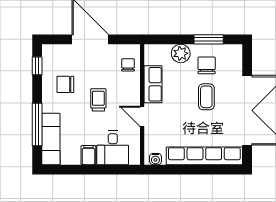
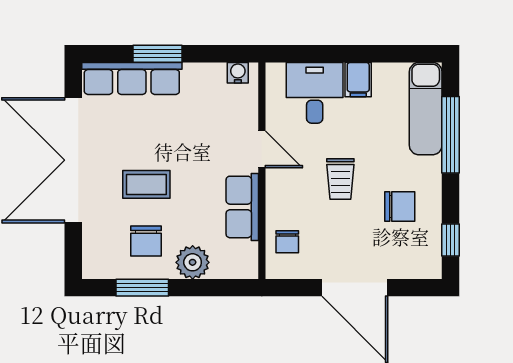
coffee table: (206, 97) -> (146, 184), turned 90
row of seats: (204, 156) -> (132, 78), width x0.73
window: (200, 170) -> (158, 54), added

